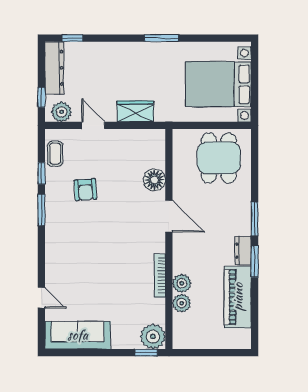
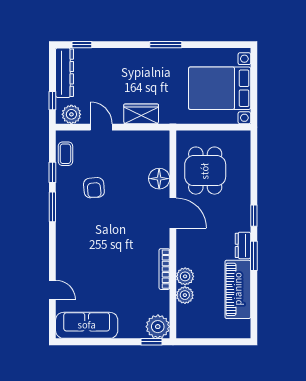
dining table: (219, 158) -> (205, 171), moved
window: (255, 219) -> (254, 216), width x0.67

